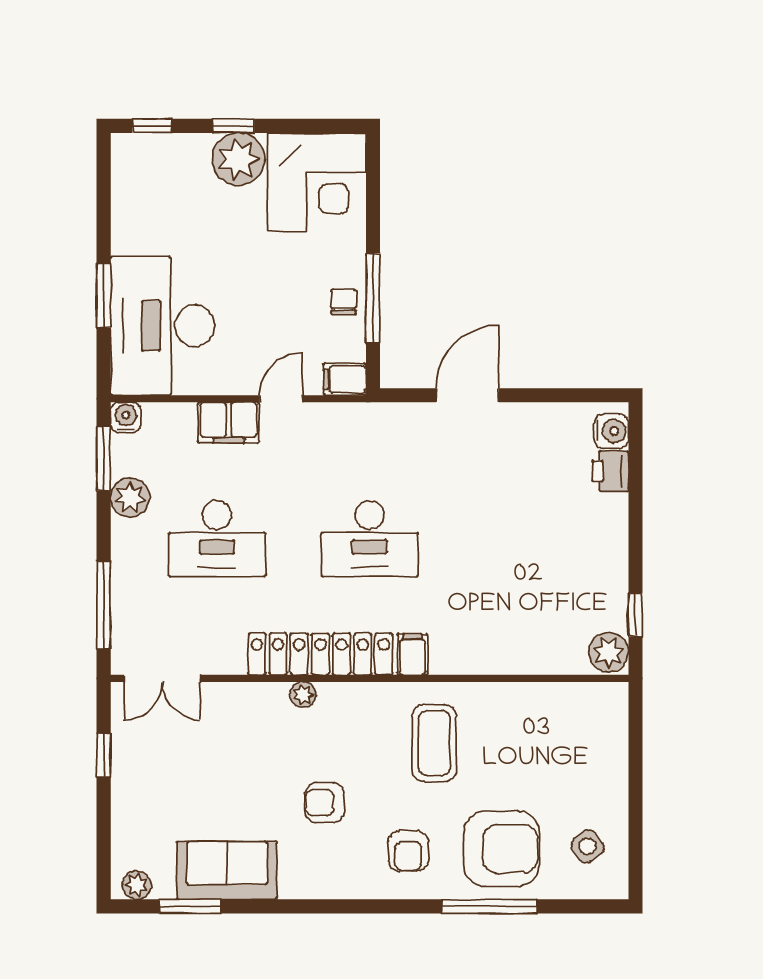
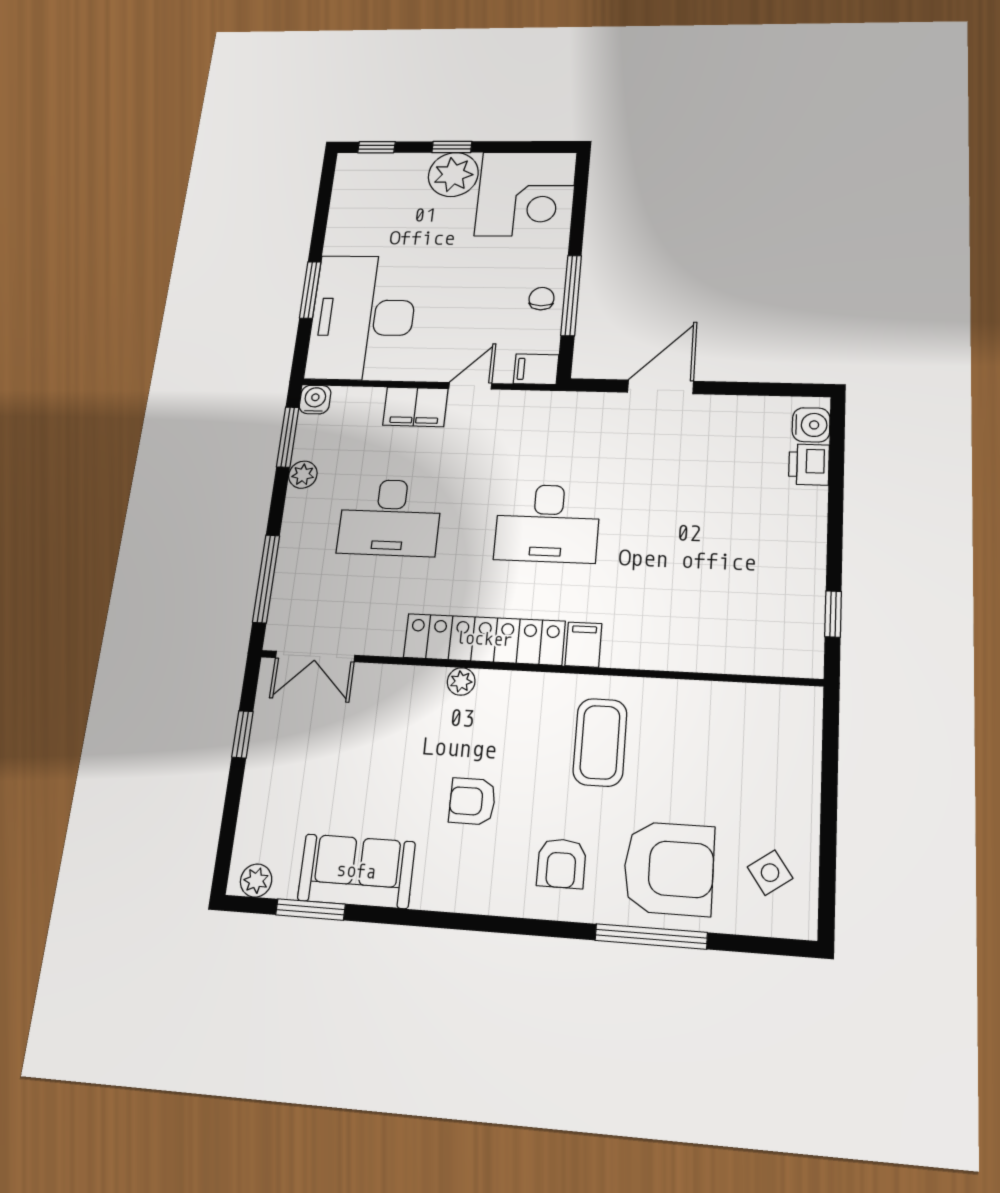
plant: (130, 498) -> (303, 475), width x0.73, depth x0.73
plant: (609, 652) -> (802, 653), removed

